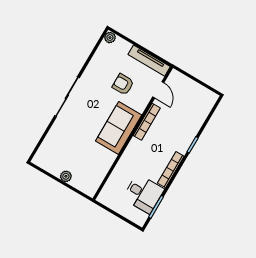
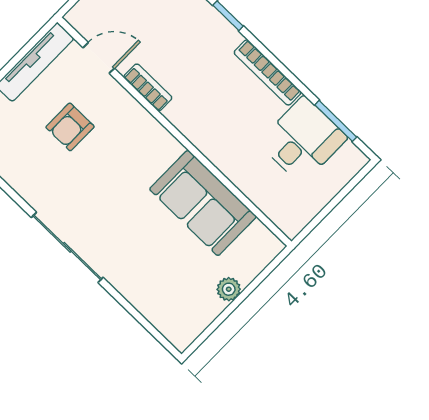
bookcase: (147, 122) -> (148, 87), width x0.64
sofa: (119, 128) -> (203, 203), moved

